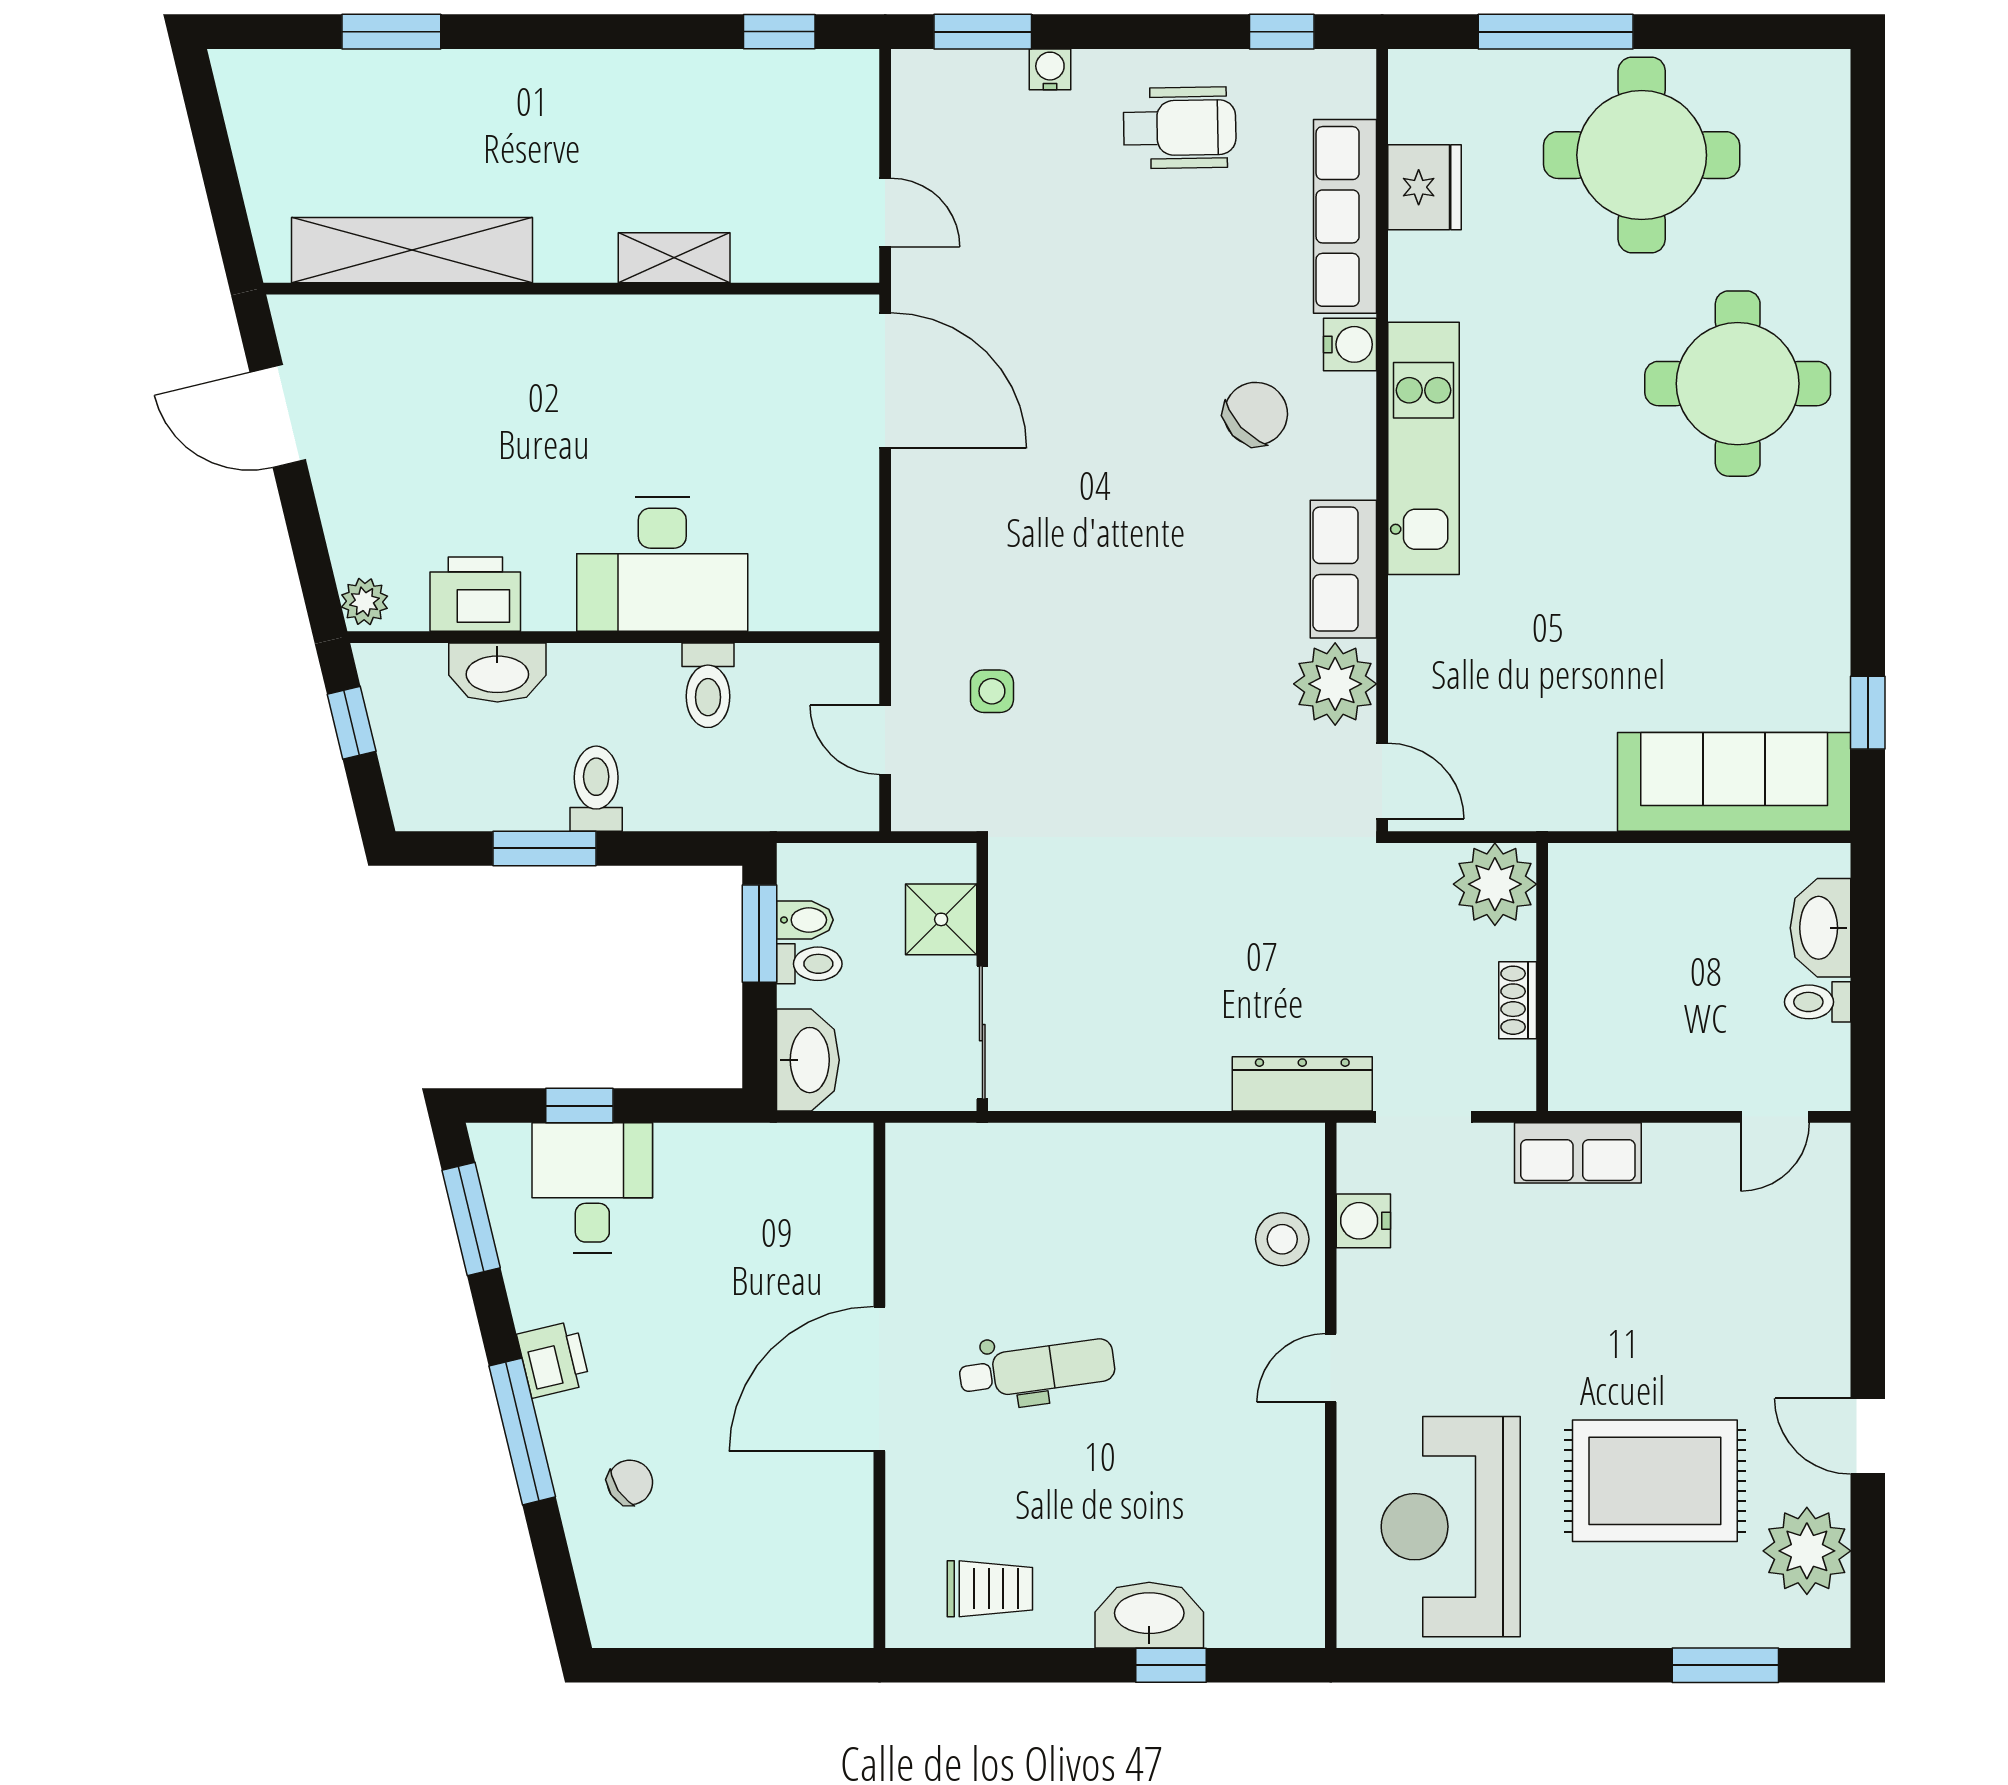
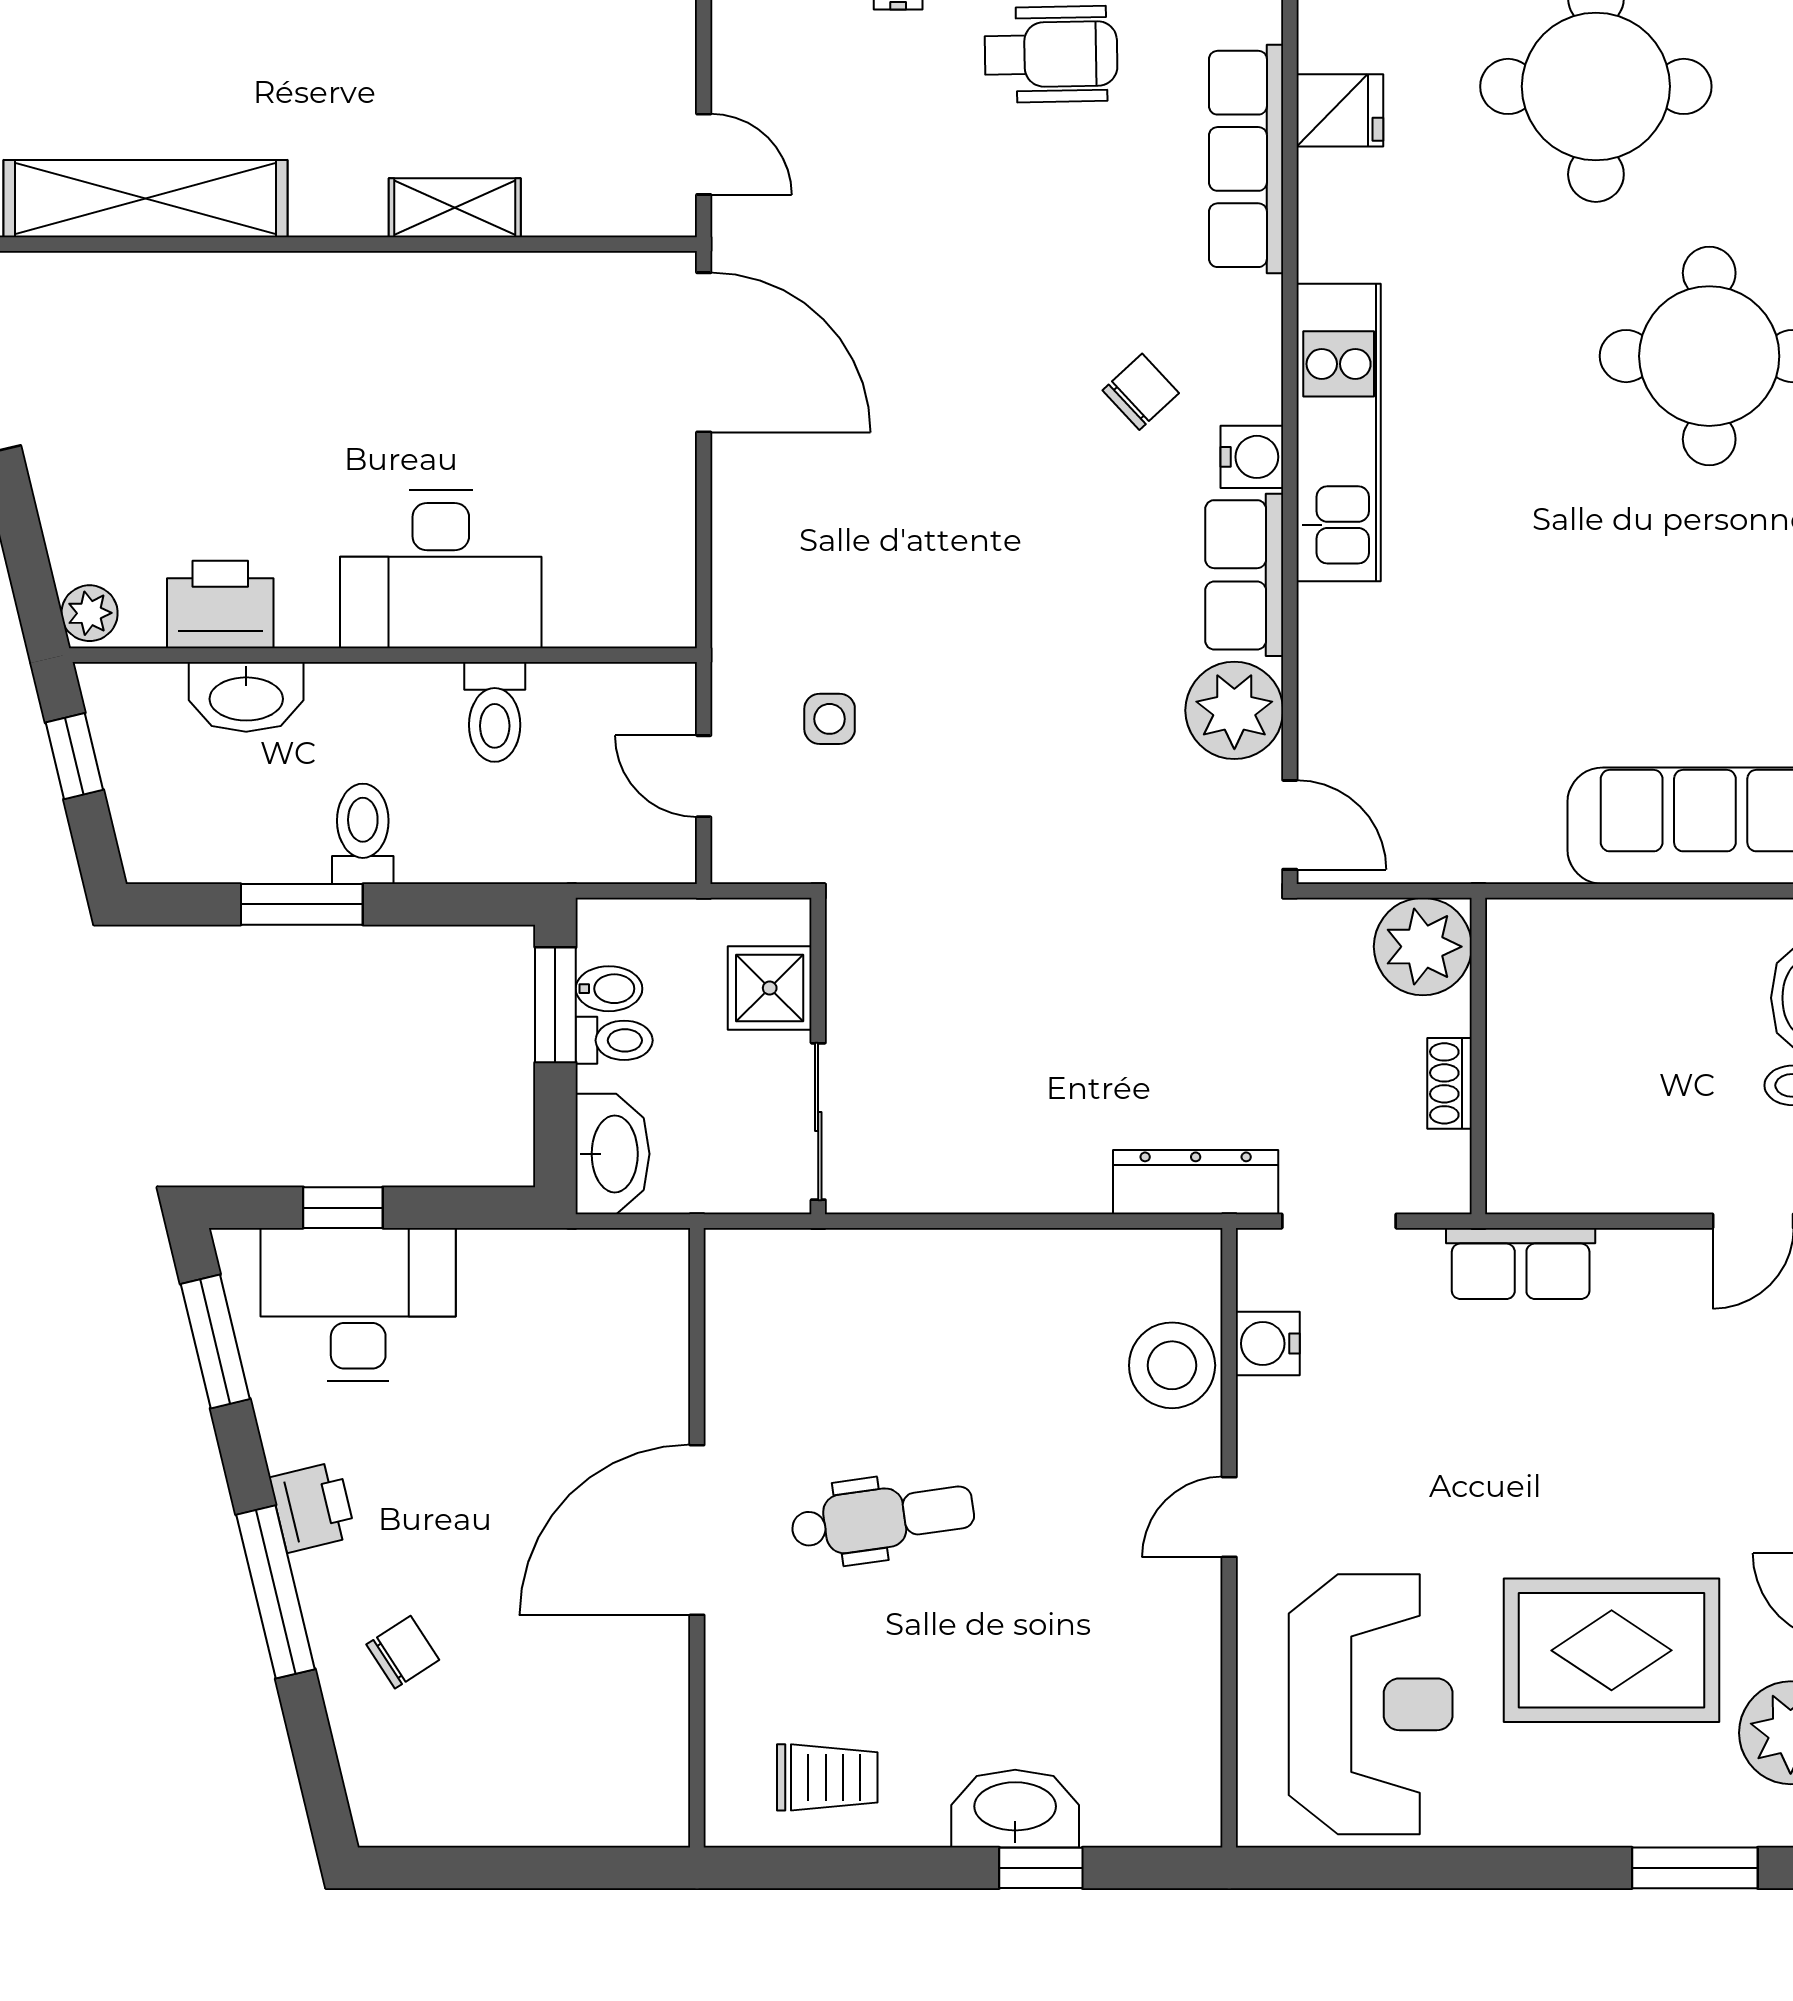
fridge: (1425, 187) -> (1340, 110), width x0.72
water cooler: (1350, 344) -> (1252, 457), moved
chair: (1256, 414) -> (1141, 392), width x0.73, depth x0.73
desk: (592, 1188) -> (358, 1304), width x1.37
stool: (1282, 1239) -> (1172, 1365), width x1.38, depth x1.38
reception desk: (1451, 1527) -> (1371, 1704), turned 180

